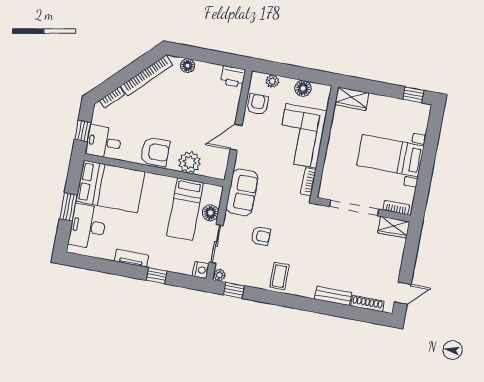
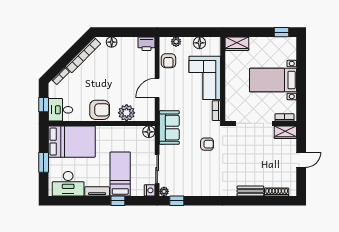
armchair: (258, 104) -> (168, 61), turned 180
bed: (185, 209) -> (120, 174), moved, turned 180
floor lamp: (210, 213) -> (149, 132), moved
desk: (88, 226) -> (68, 184), moved, turned -90
armchair: (261, 236) -> (207, 144), moved
coffee table: (279, 276) -> (208, 184), removed
door: (403, 293) -> (301, 160), moved

